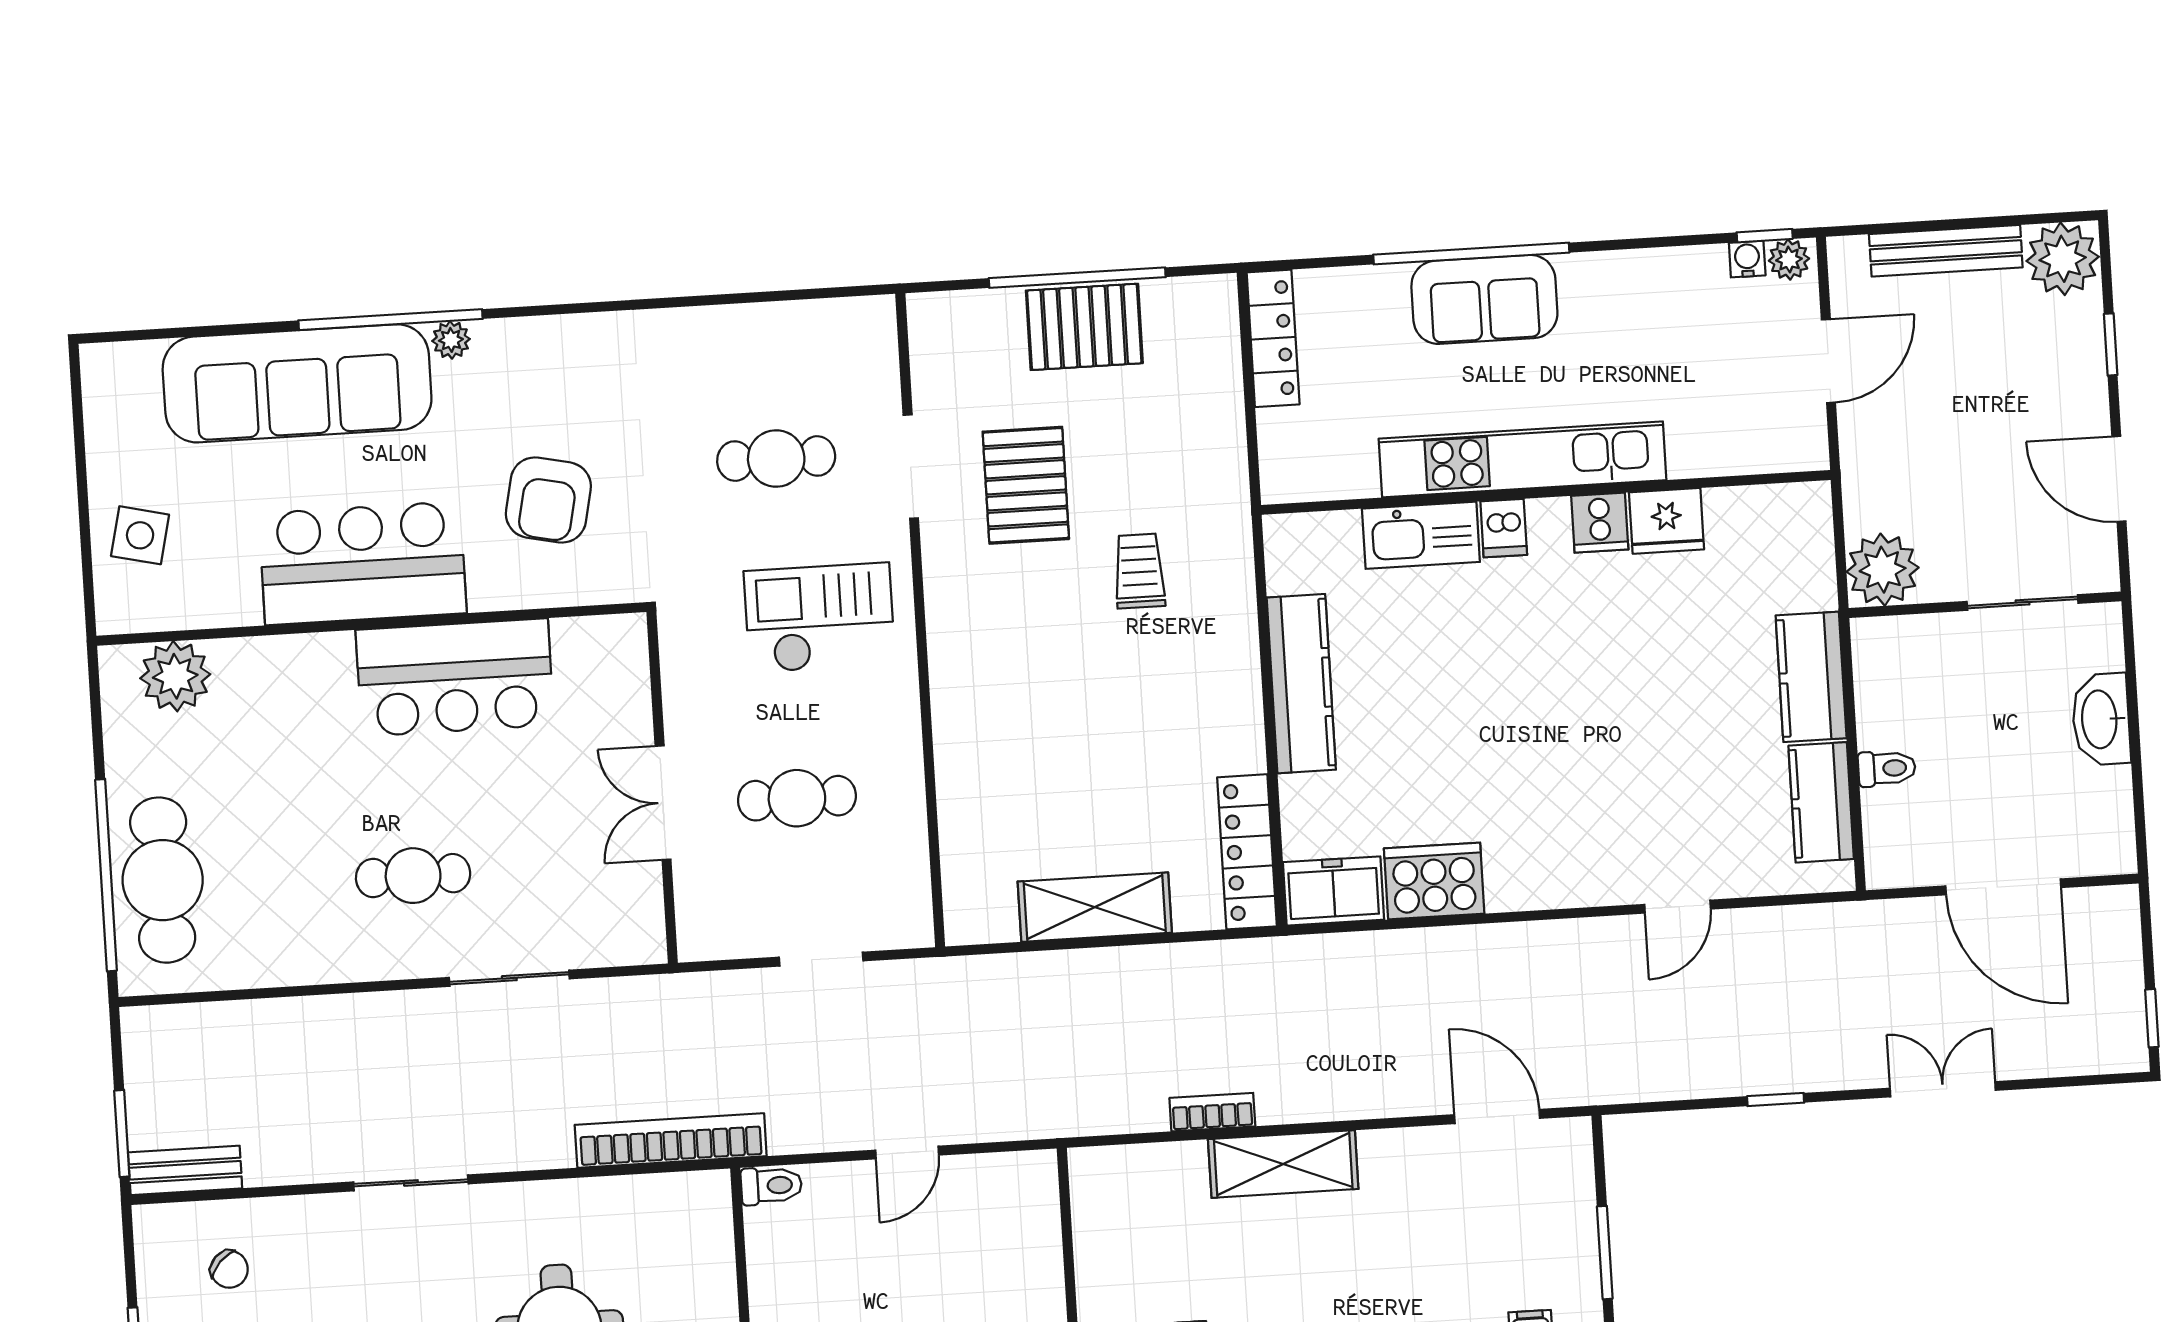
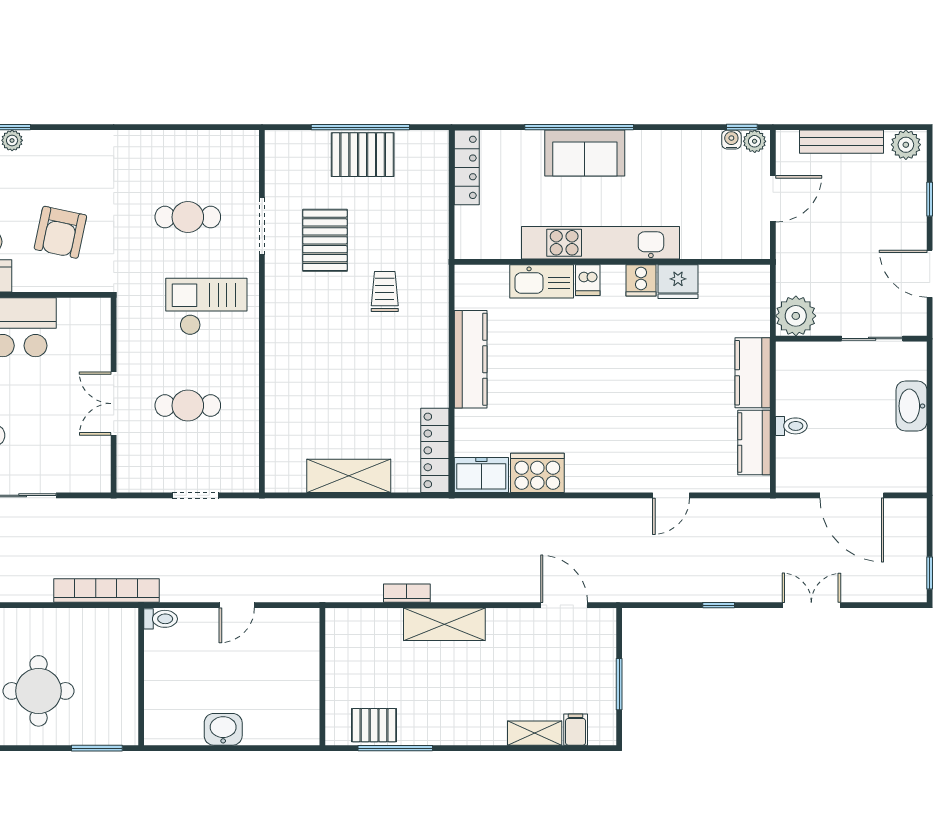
plant: (2063, 259) -> (906, 145), width x0.73, depth x0.73

